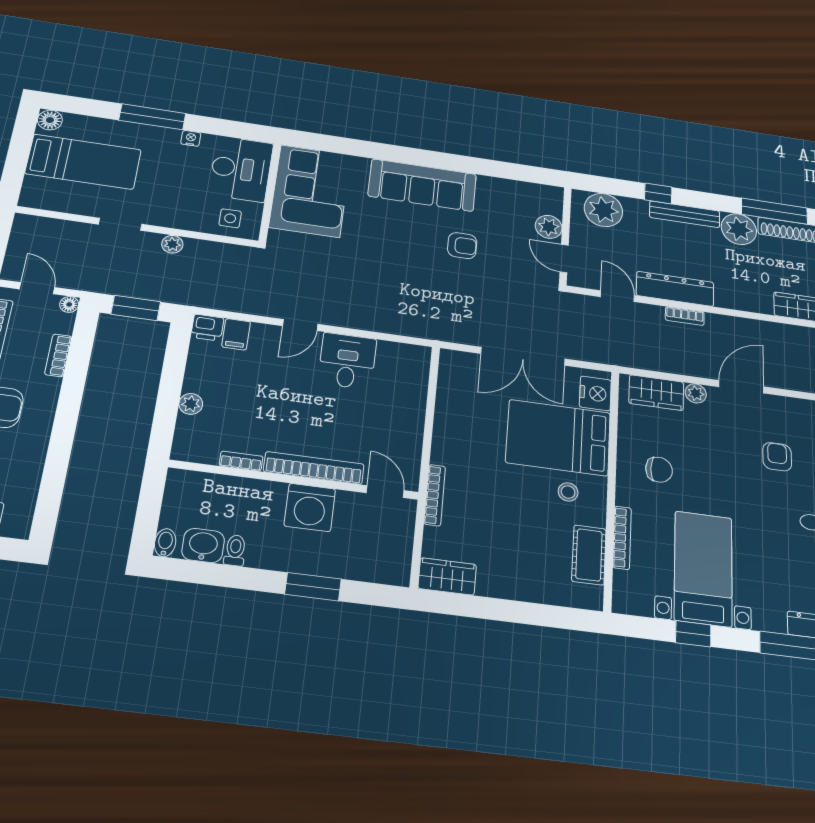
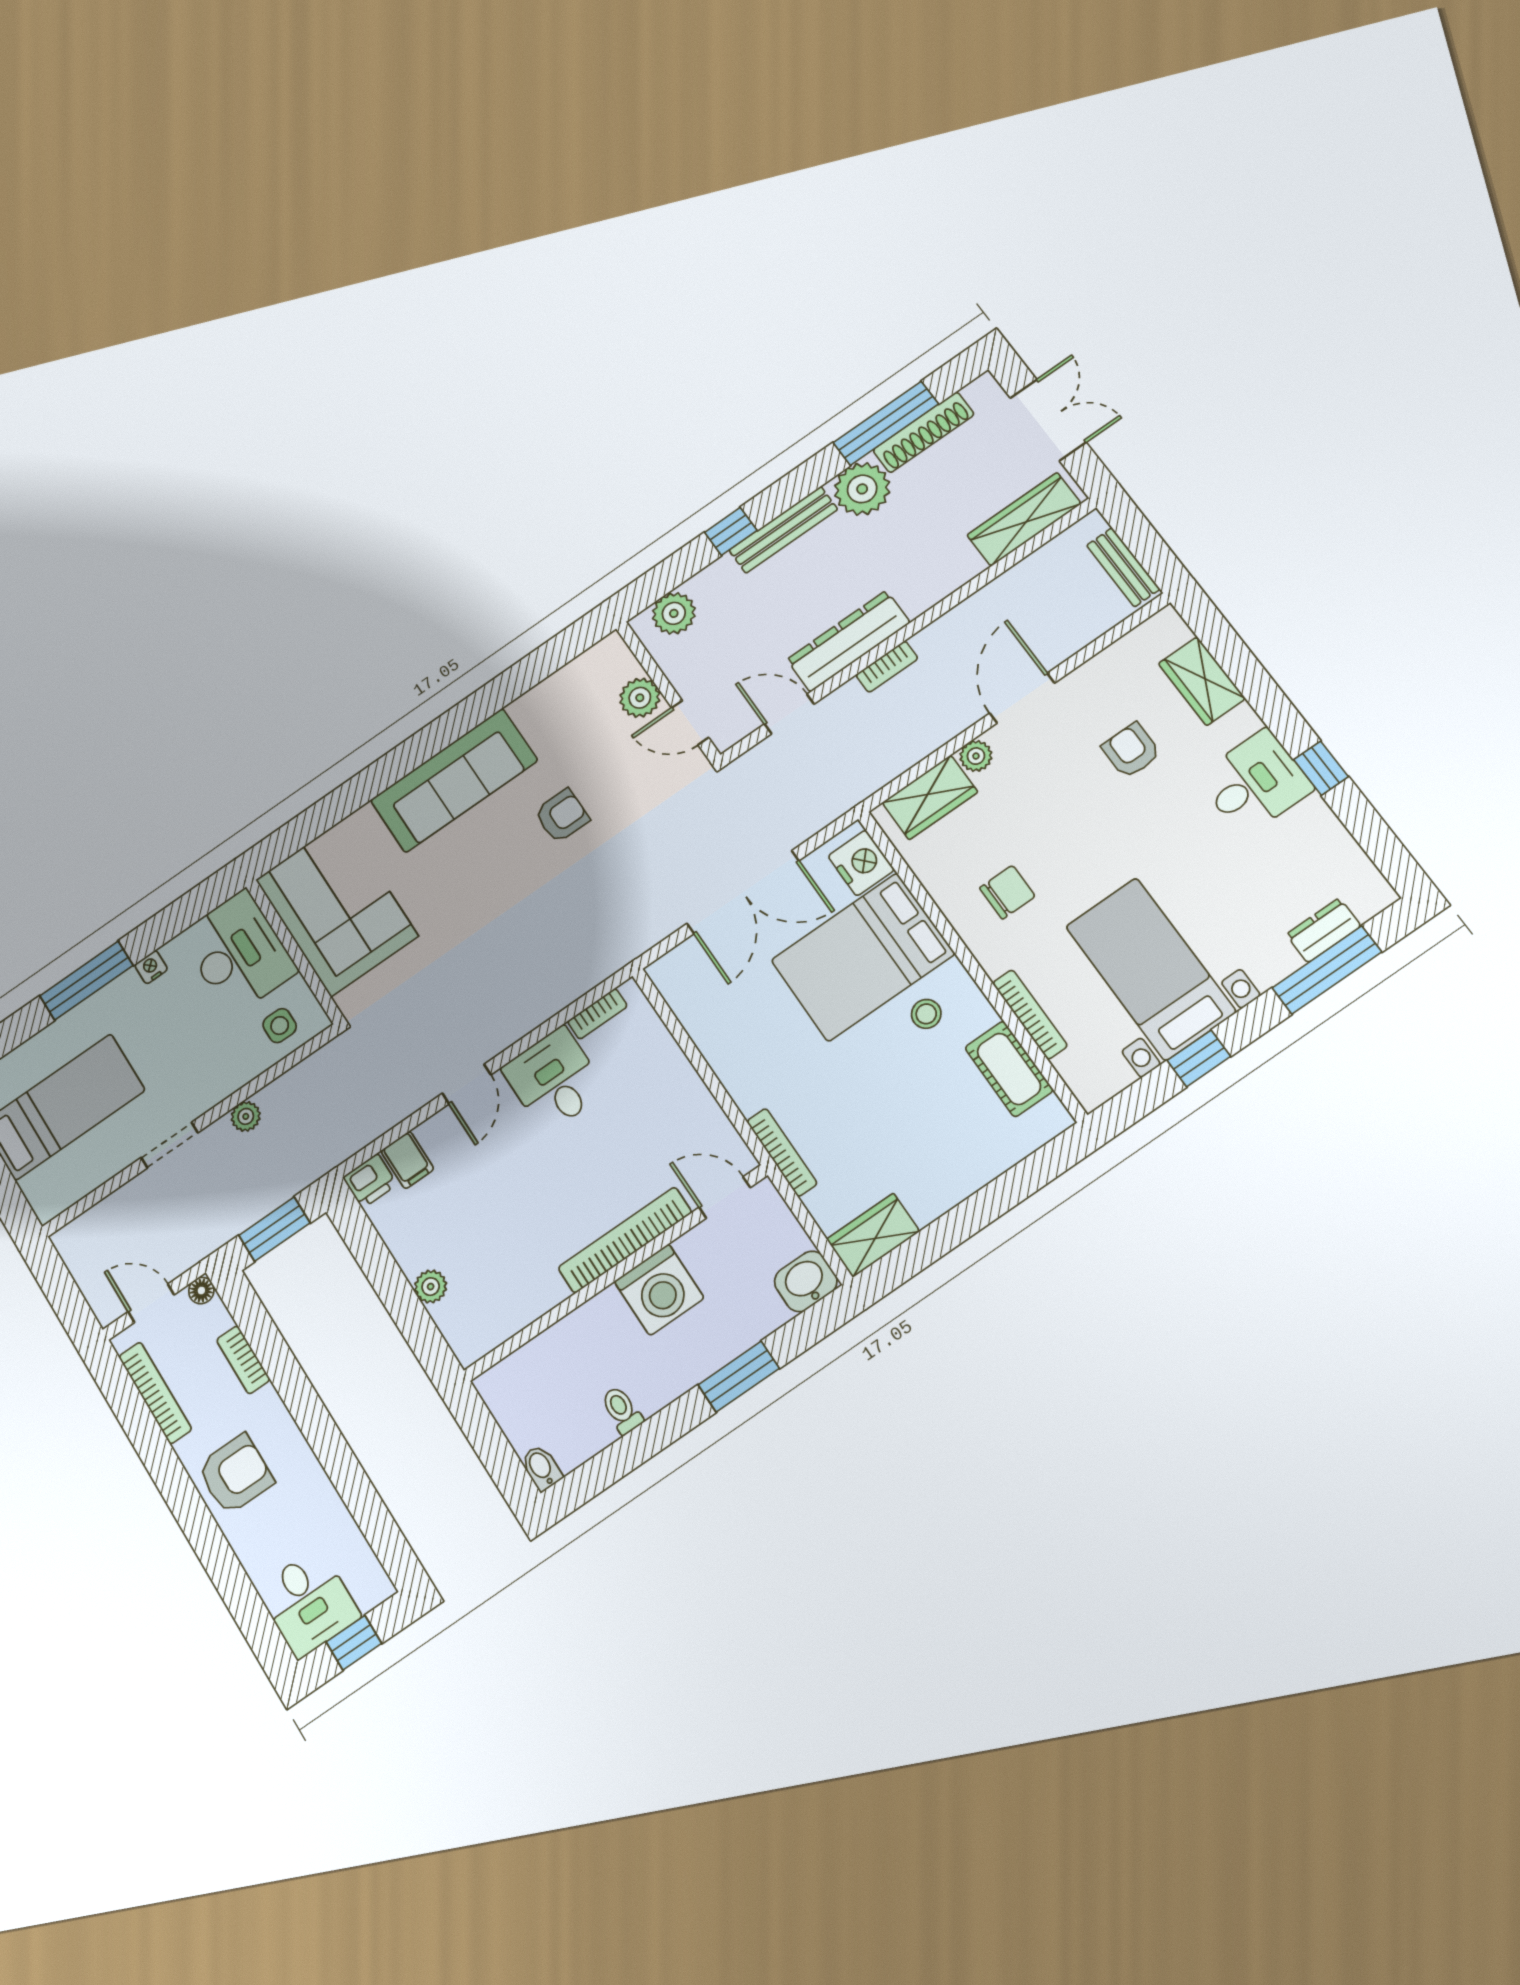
plant: (603, 210) -> (674, 613), width x0.73, depth x0.73
bookcase: (241, 461) -> (597, 1014), moved, turned 180
washbasin: (203, 546) -> (806, 1281), moved

